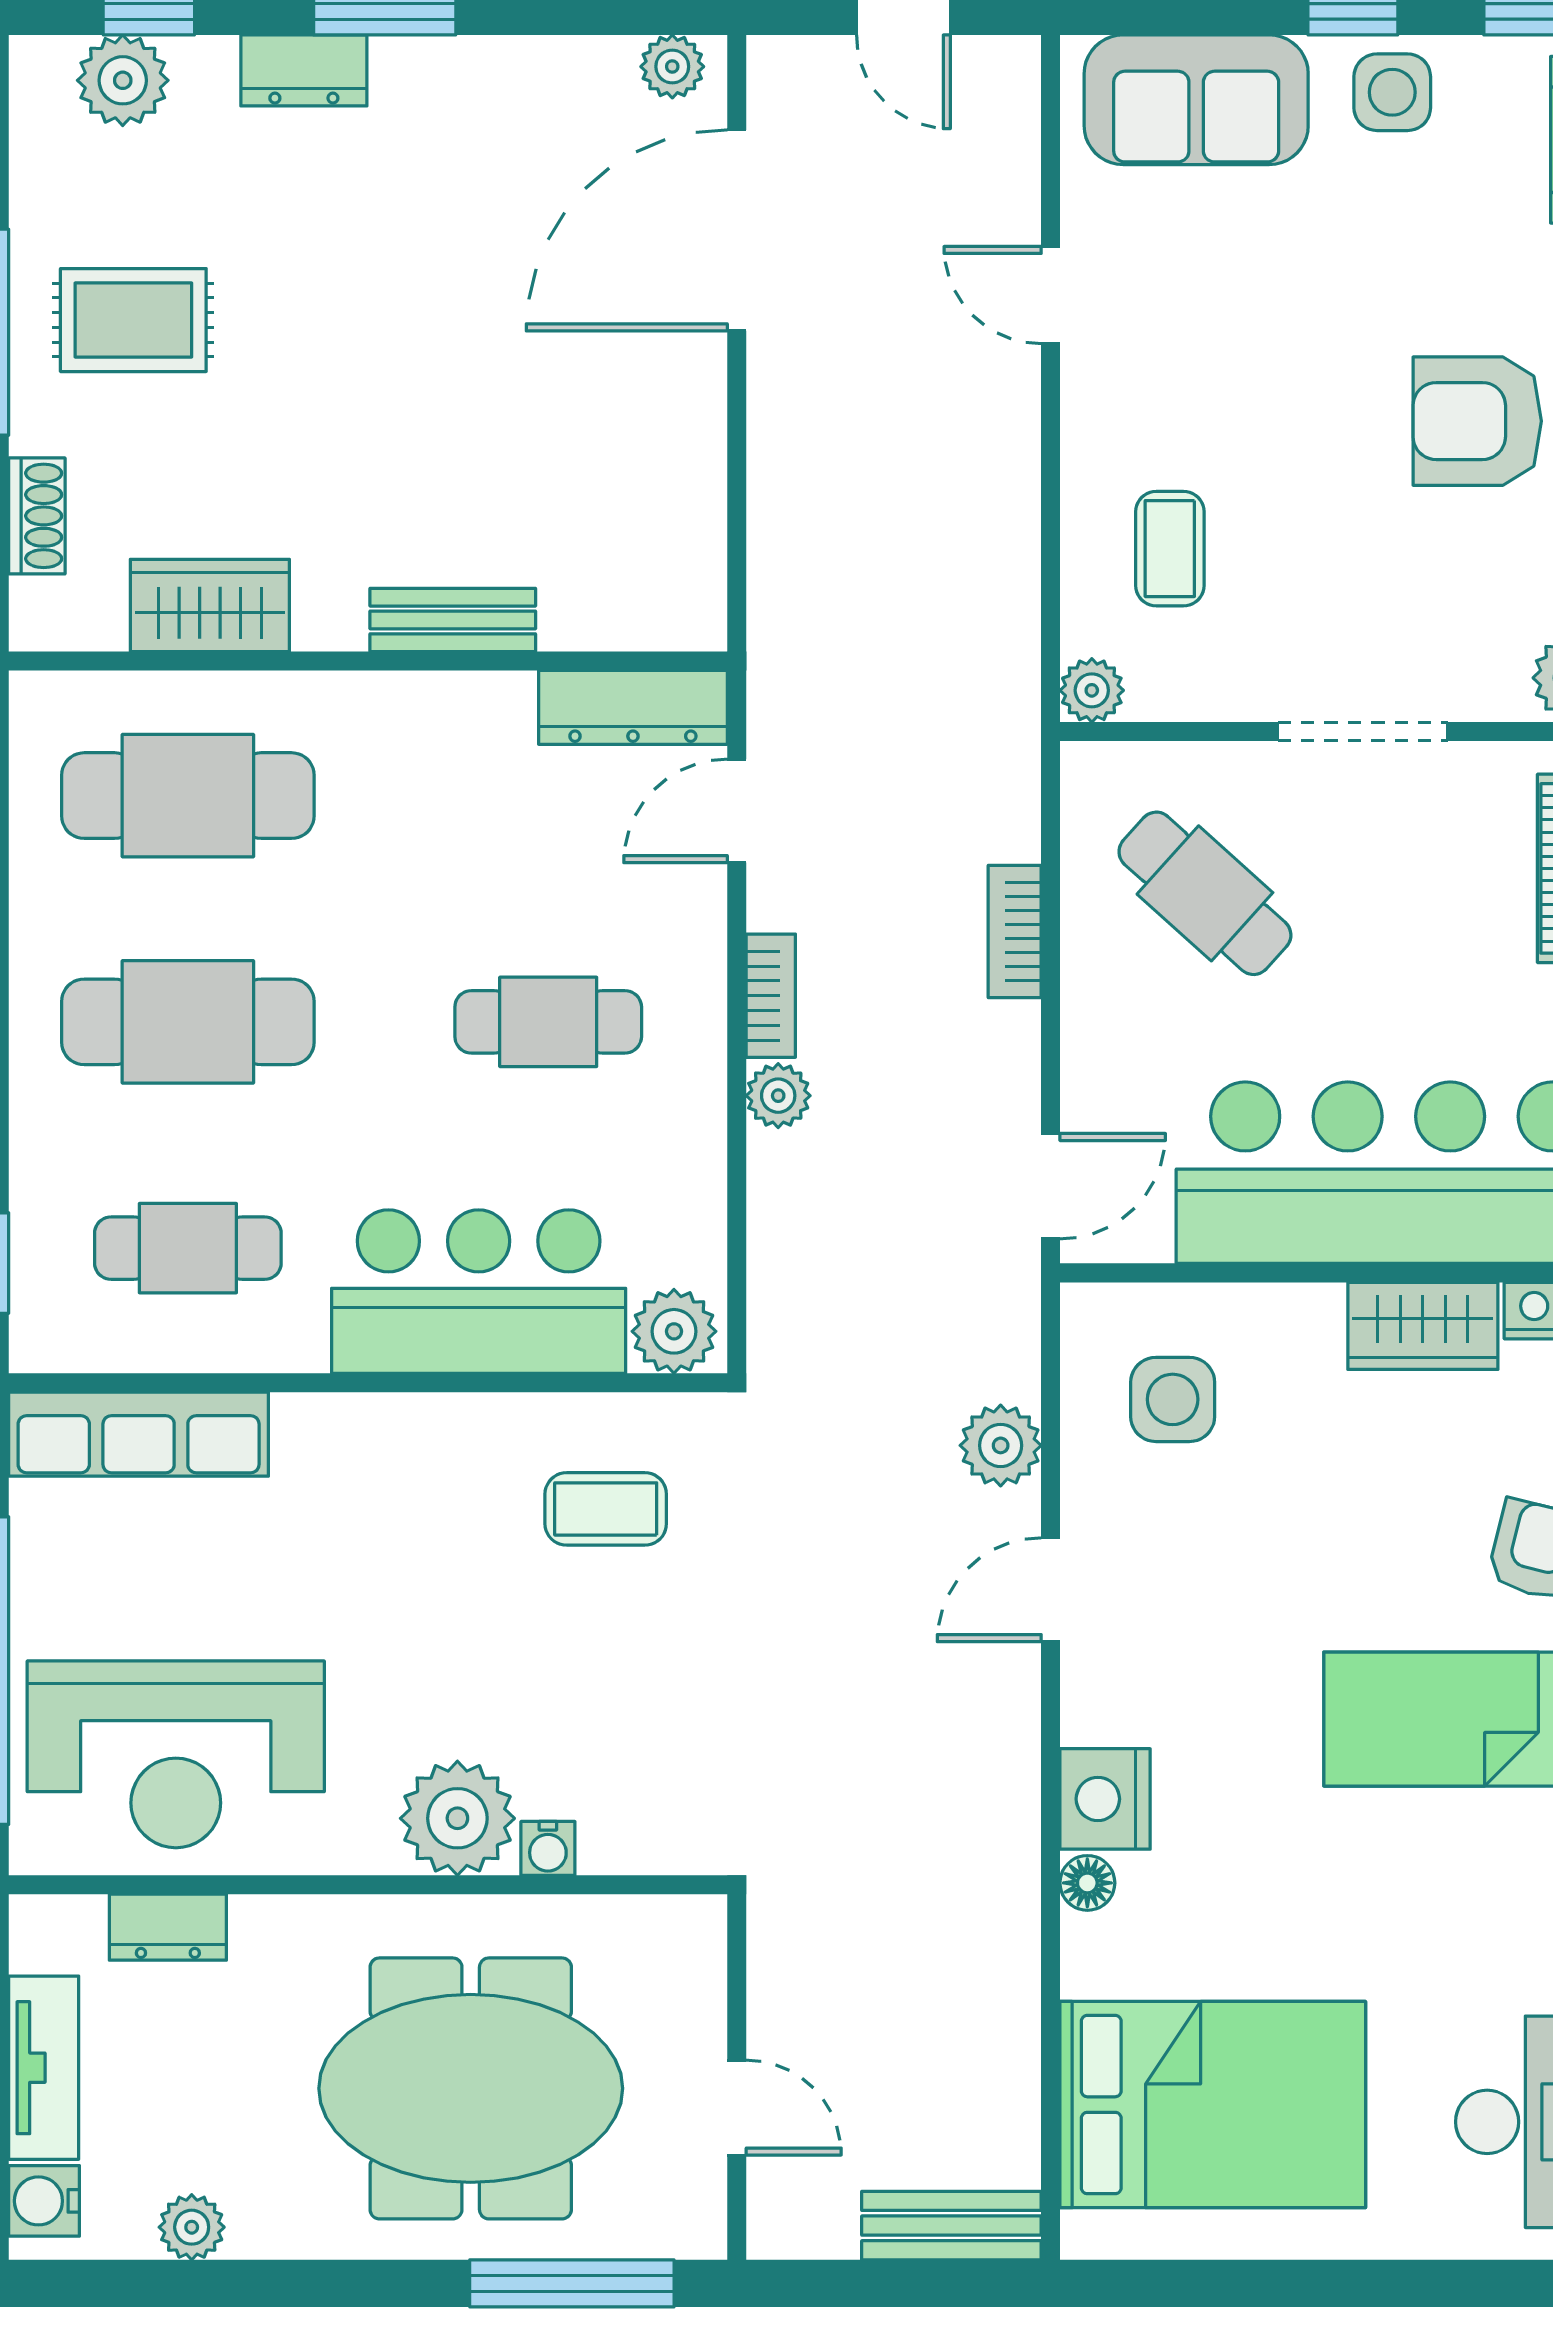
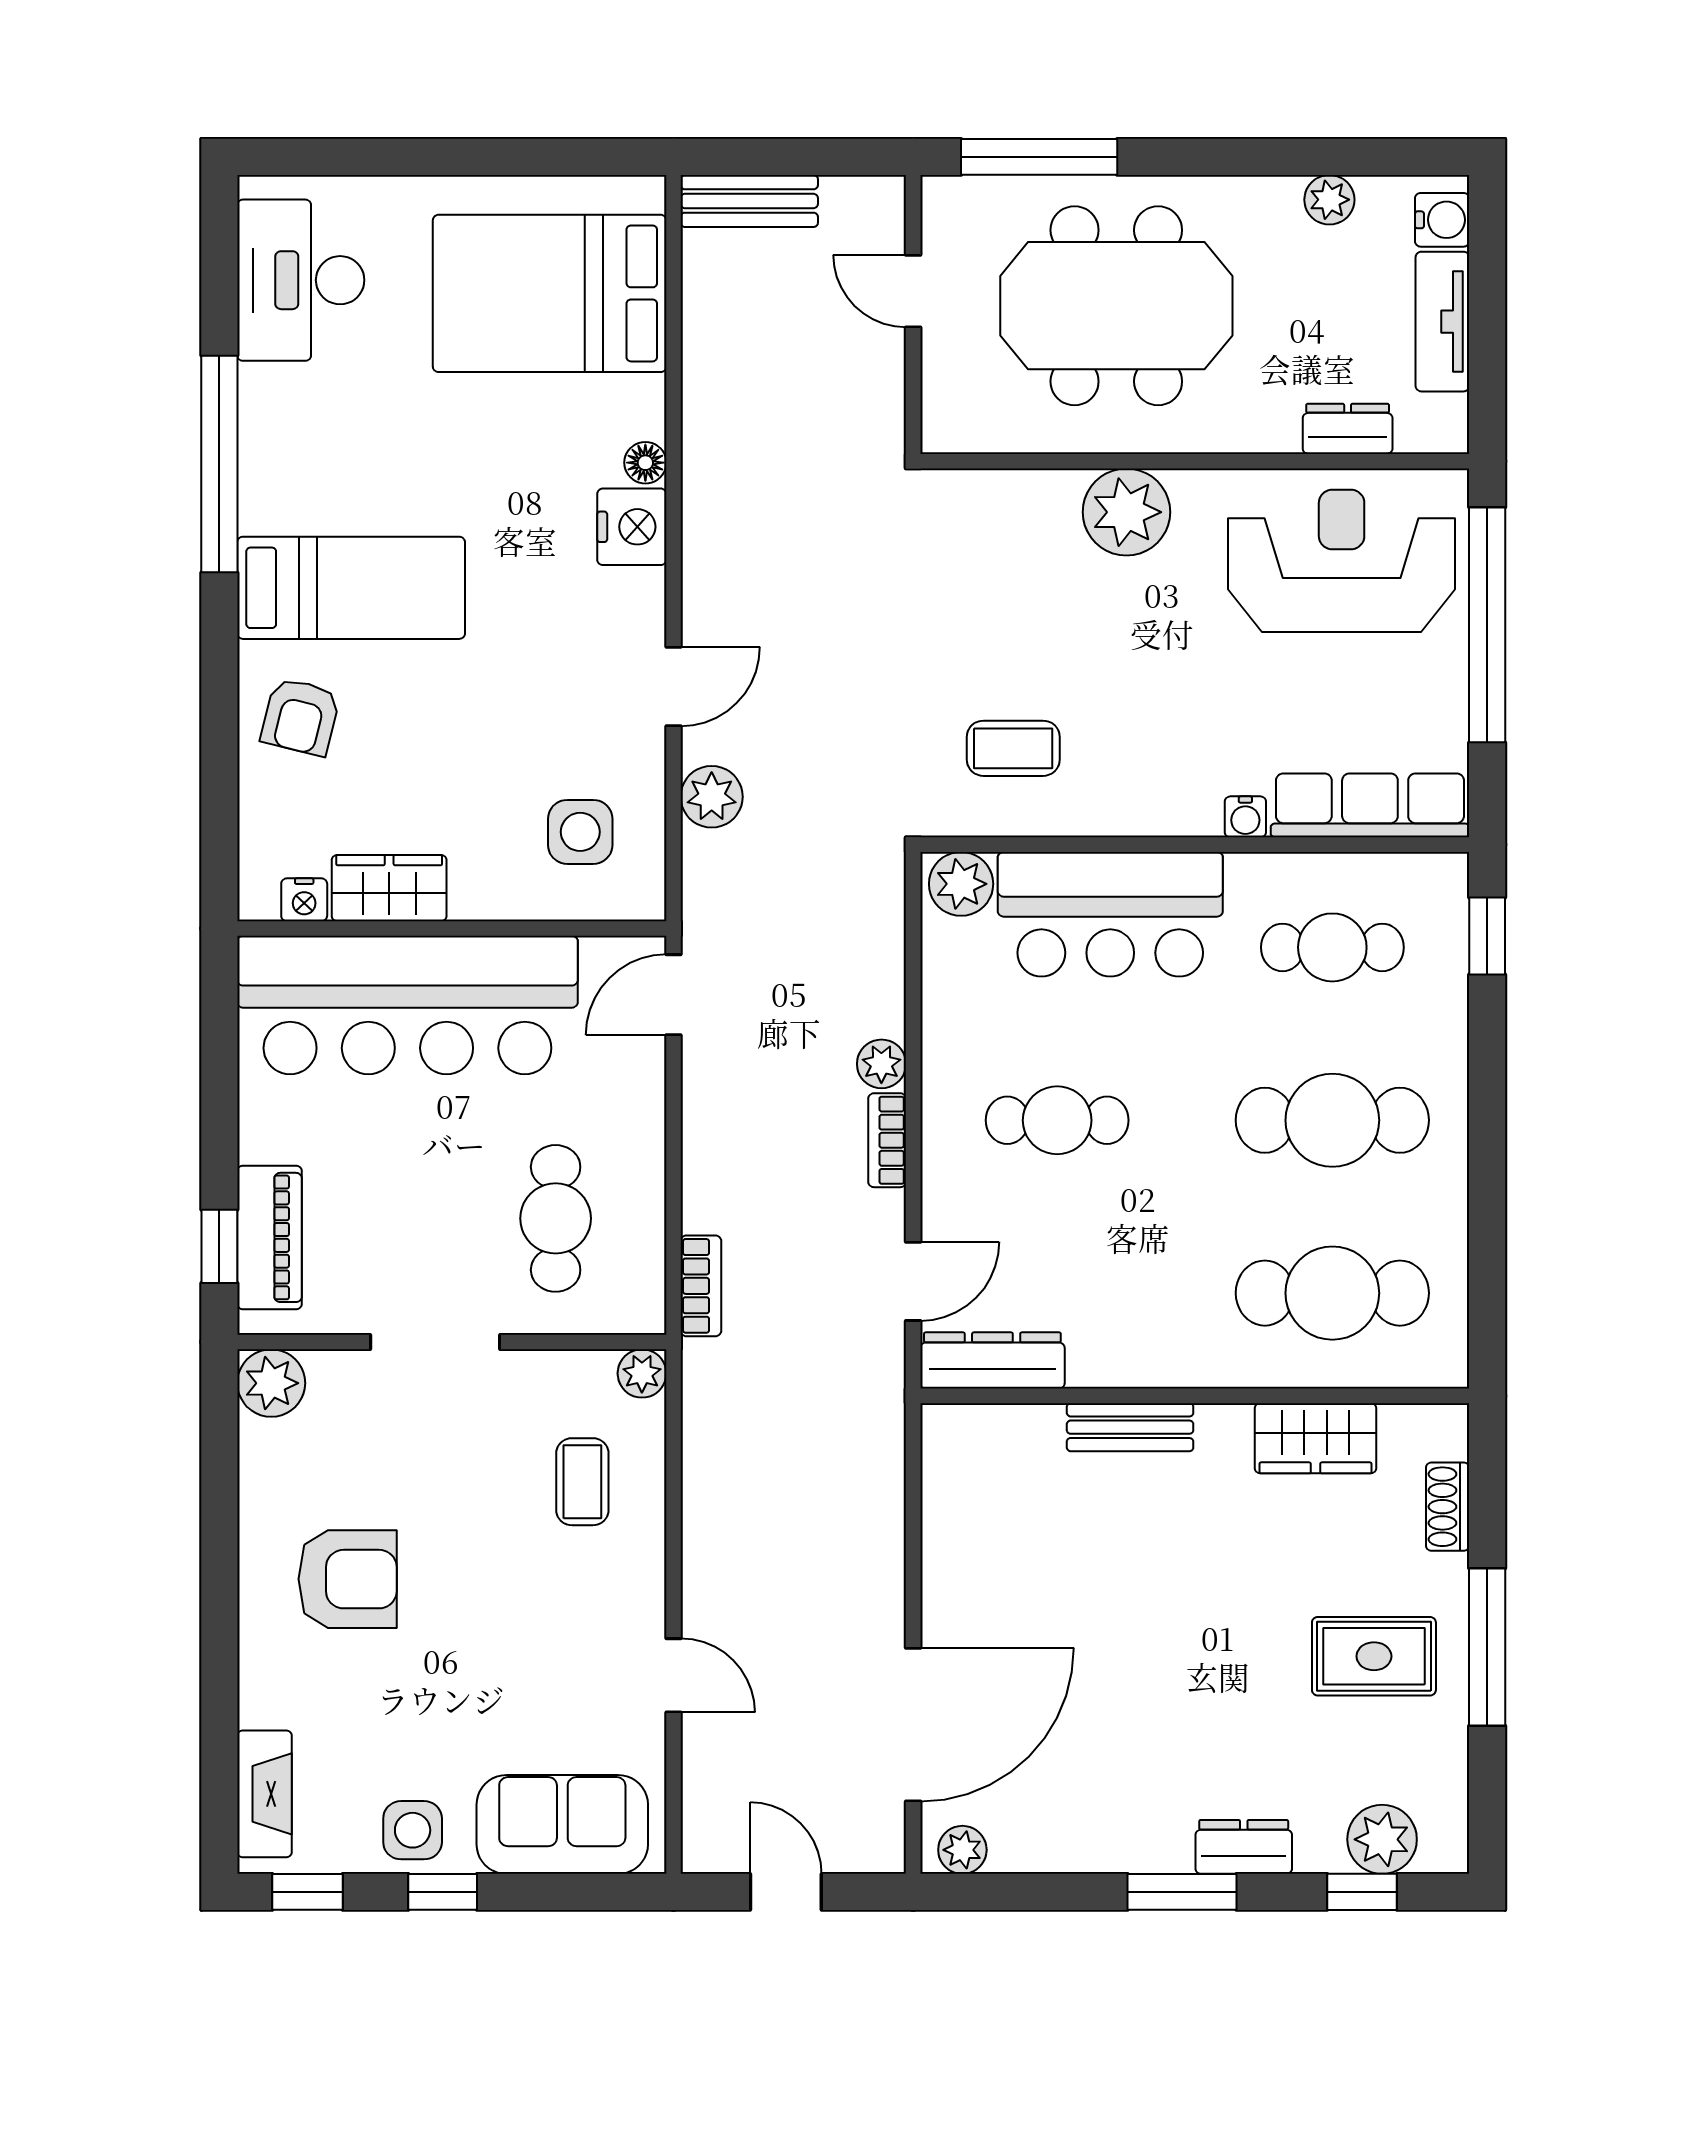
cafe table: (1205, 893) -> (556, 1218), turned 48
bookcase: (1015, 932) -> (701, 1286), moved
water cooler: (548, 1848) -> (1245, 817), moved, turned 180

